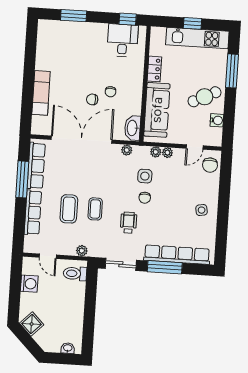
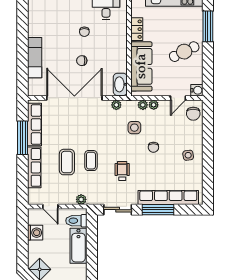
chair: (111, 92) -> (84, 32), moved
water cooler: (217, 120) -> (197, 90), moved
chair: (145, 198) -> (153, 147), moved
bathtub: (76, 301) -> (78, 246), added

